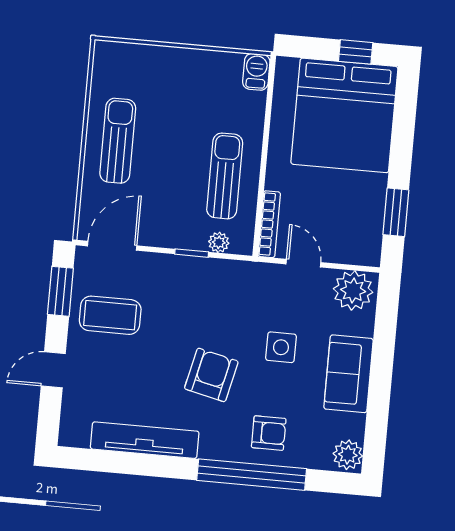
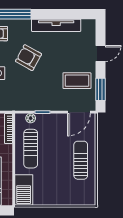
barbecue: (256, 72) -> (24, 190), width x1.88, depth x1.53
sun lounger: (118, 141) -> (81, 160), turned 180
armchair: (211, 375) -> (29, 58), turned 106

